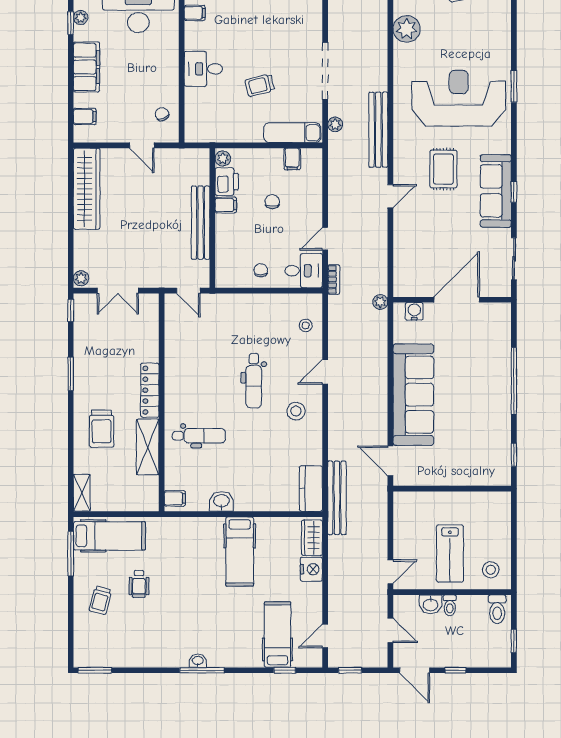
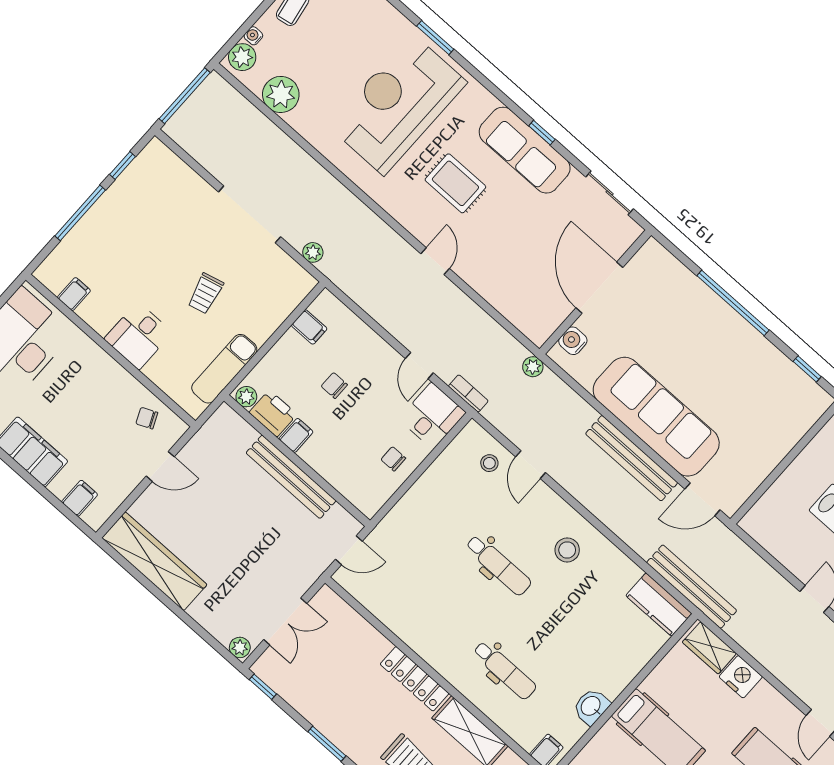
bench: (378, 130) -> (632, 458), moved
exam couch: (292, 133) -> (224, 369), moved
door: (325, 372) -> (531, 465), moved
dental chair: (199, 436) -> (505, 670), turned 90

